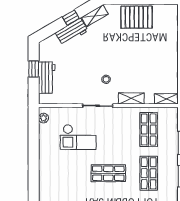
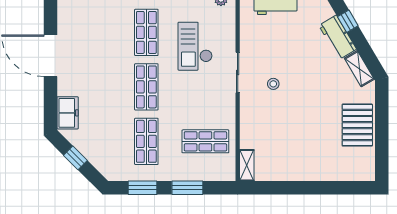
window: (71, 18) -> (348, 21), moved
shelving: (131, 98) -> (247, 118), removed
shop shelf: (68, 173) -> (146, 32), added
shop shelf: (149, 173) -> (146, 141), turned 90

